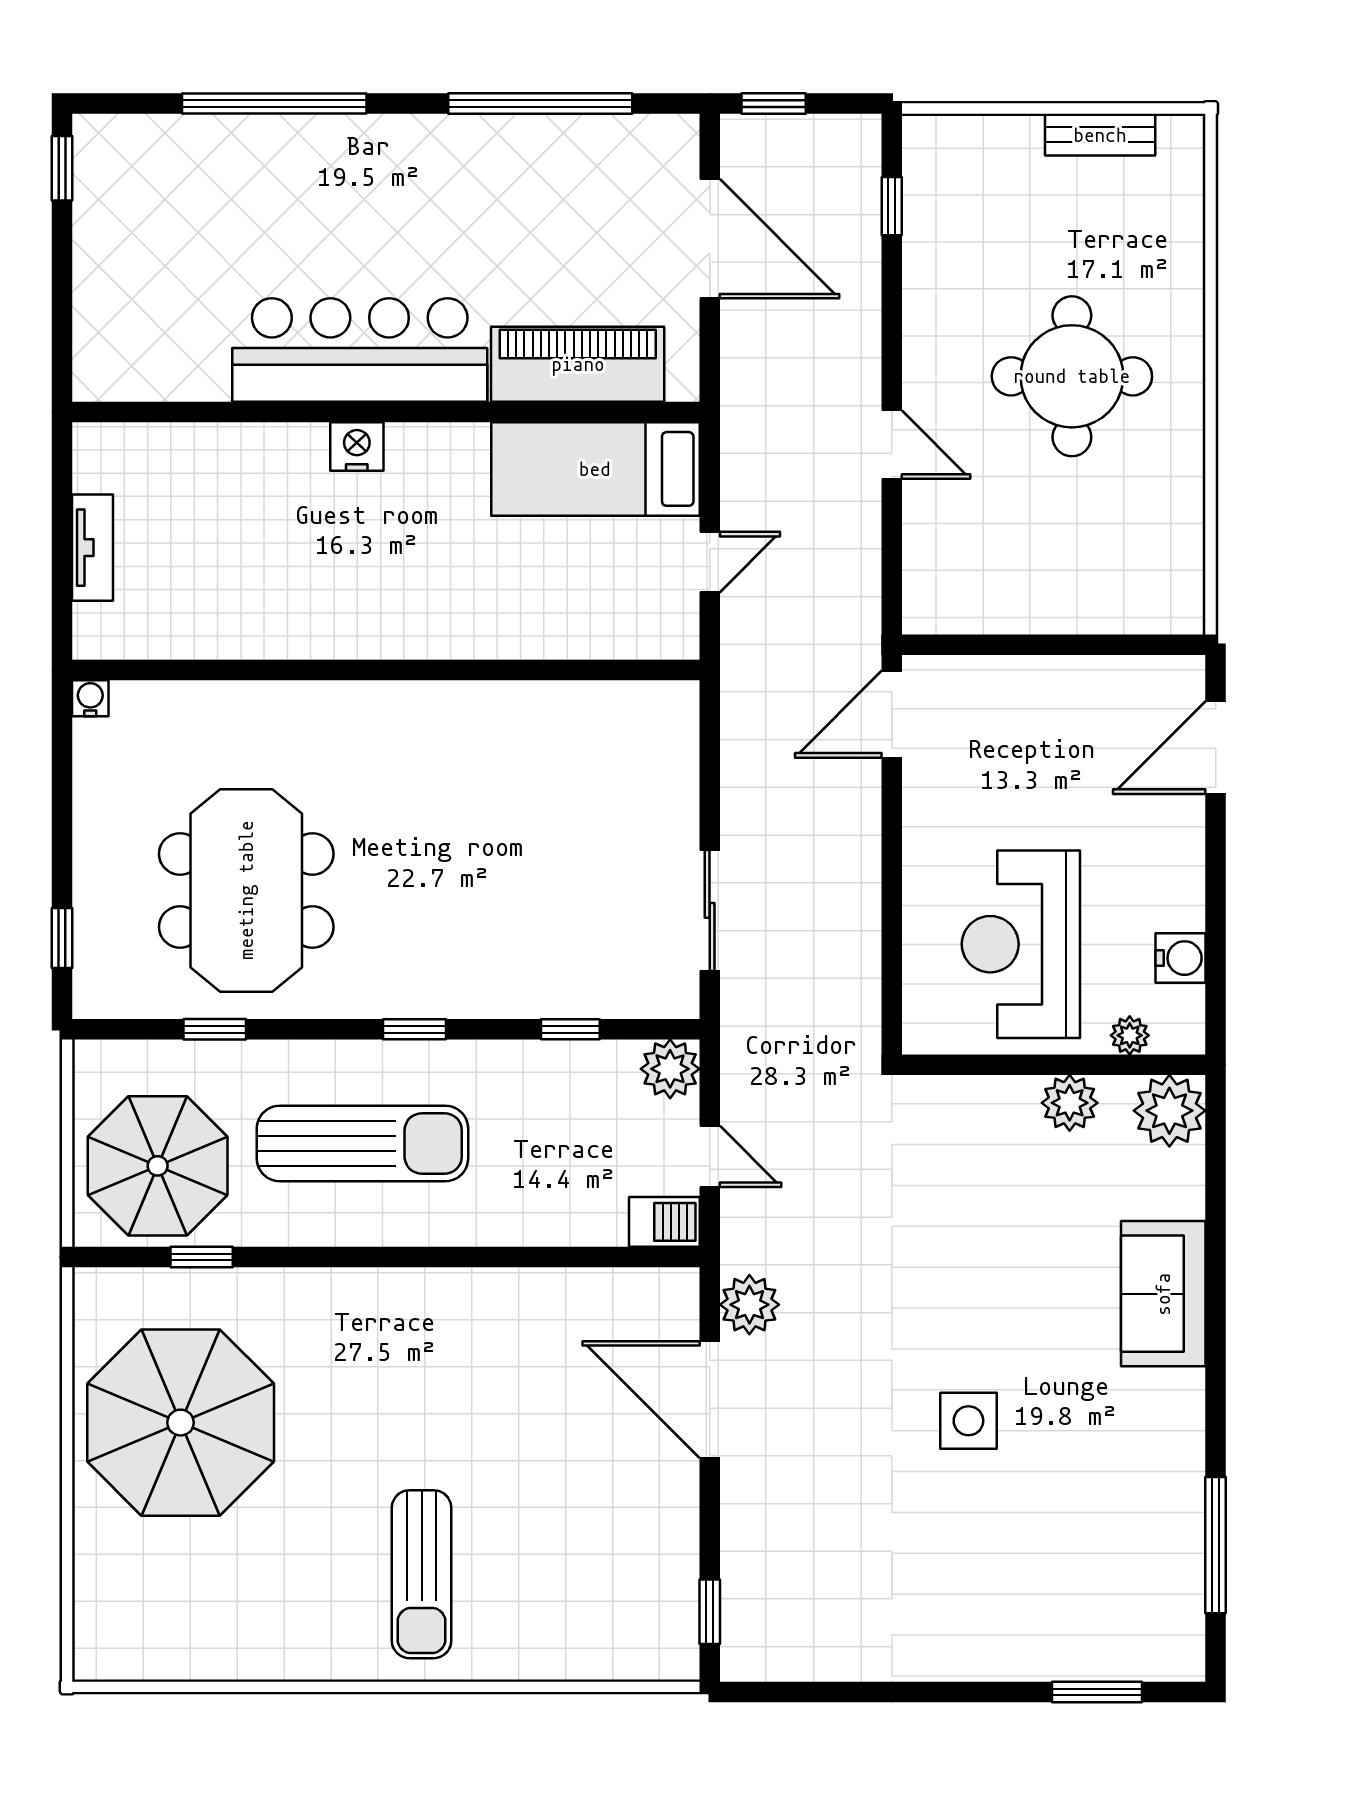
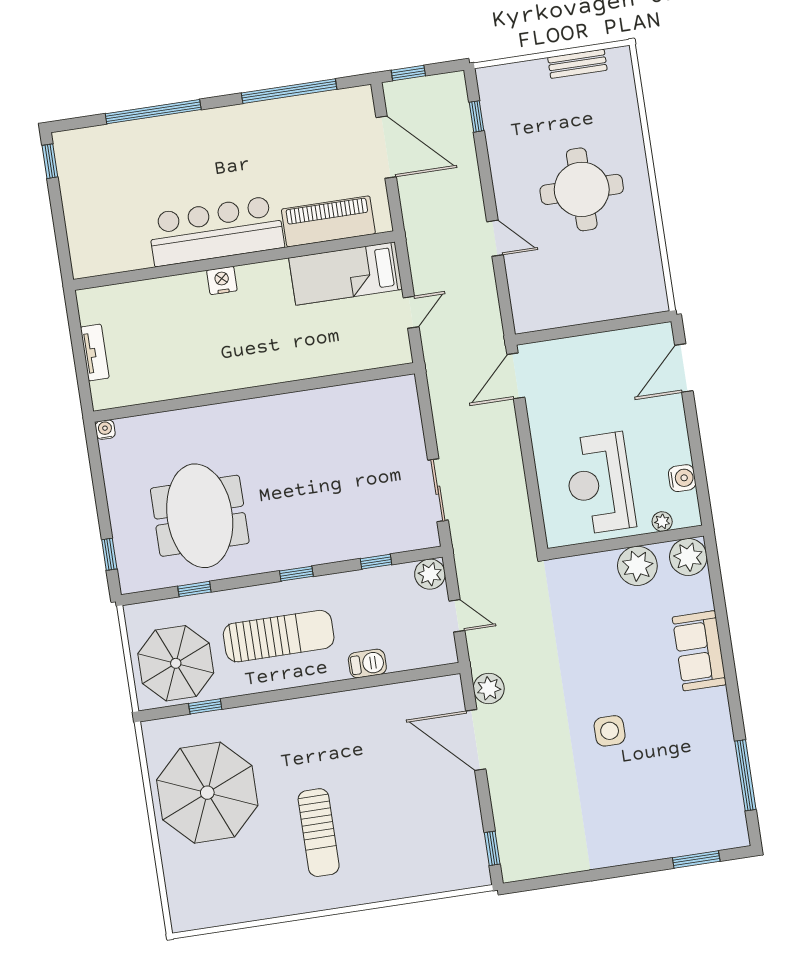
plant: (1070, 1103) -> (637, 566), width x1.36, depth x1.36
barbecue: (664, 1222) -> (367, 664), moved
sun lounger: (422, 1574) -> (319, 833), moved

